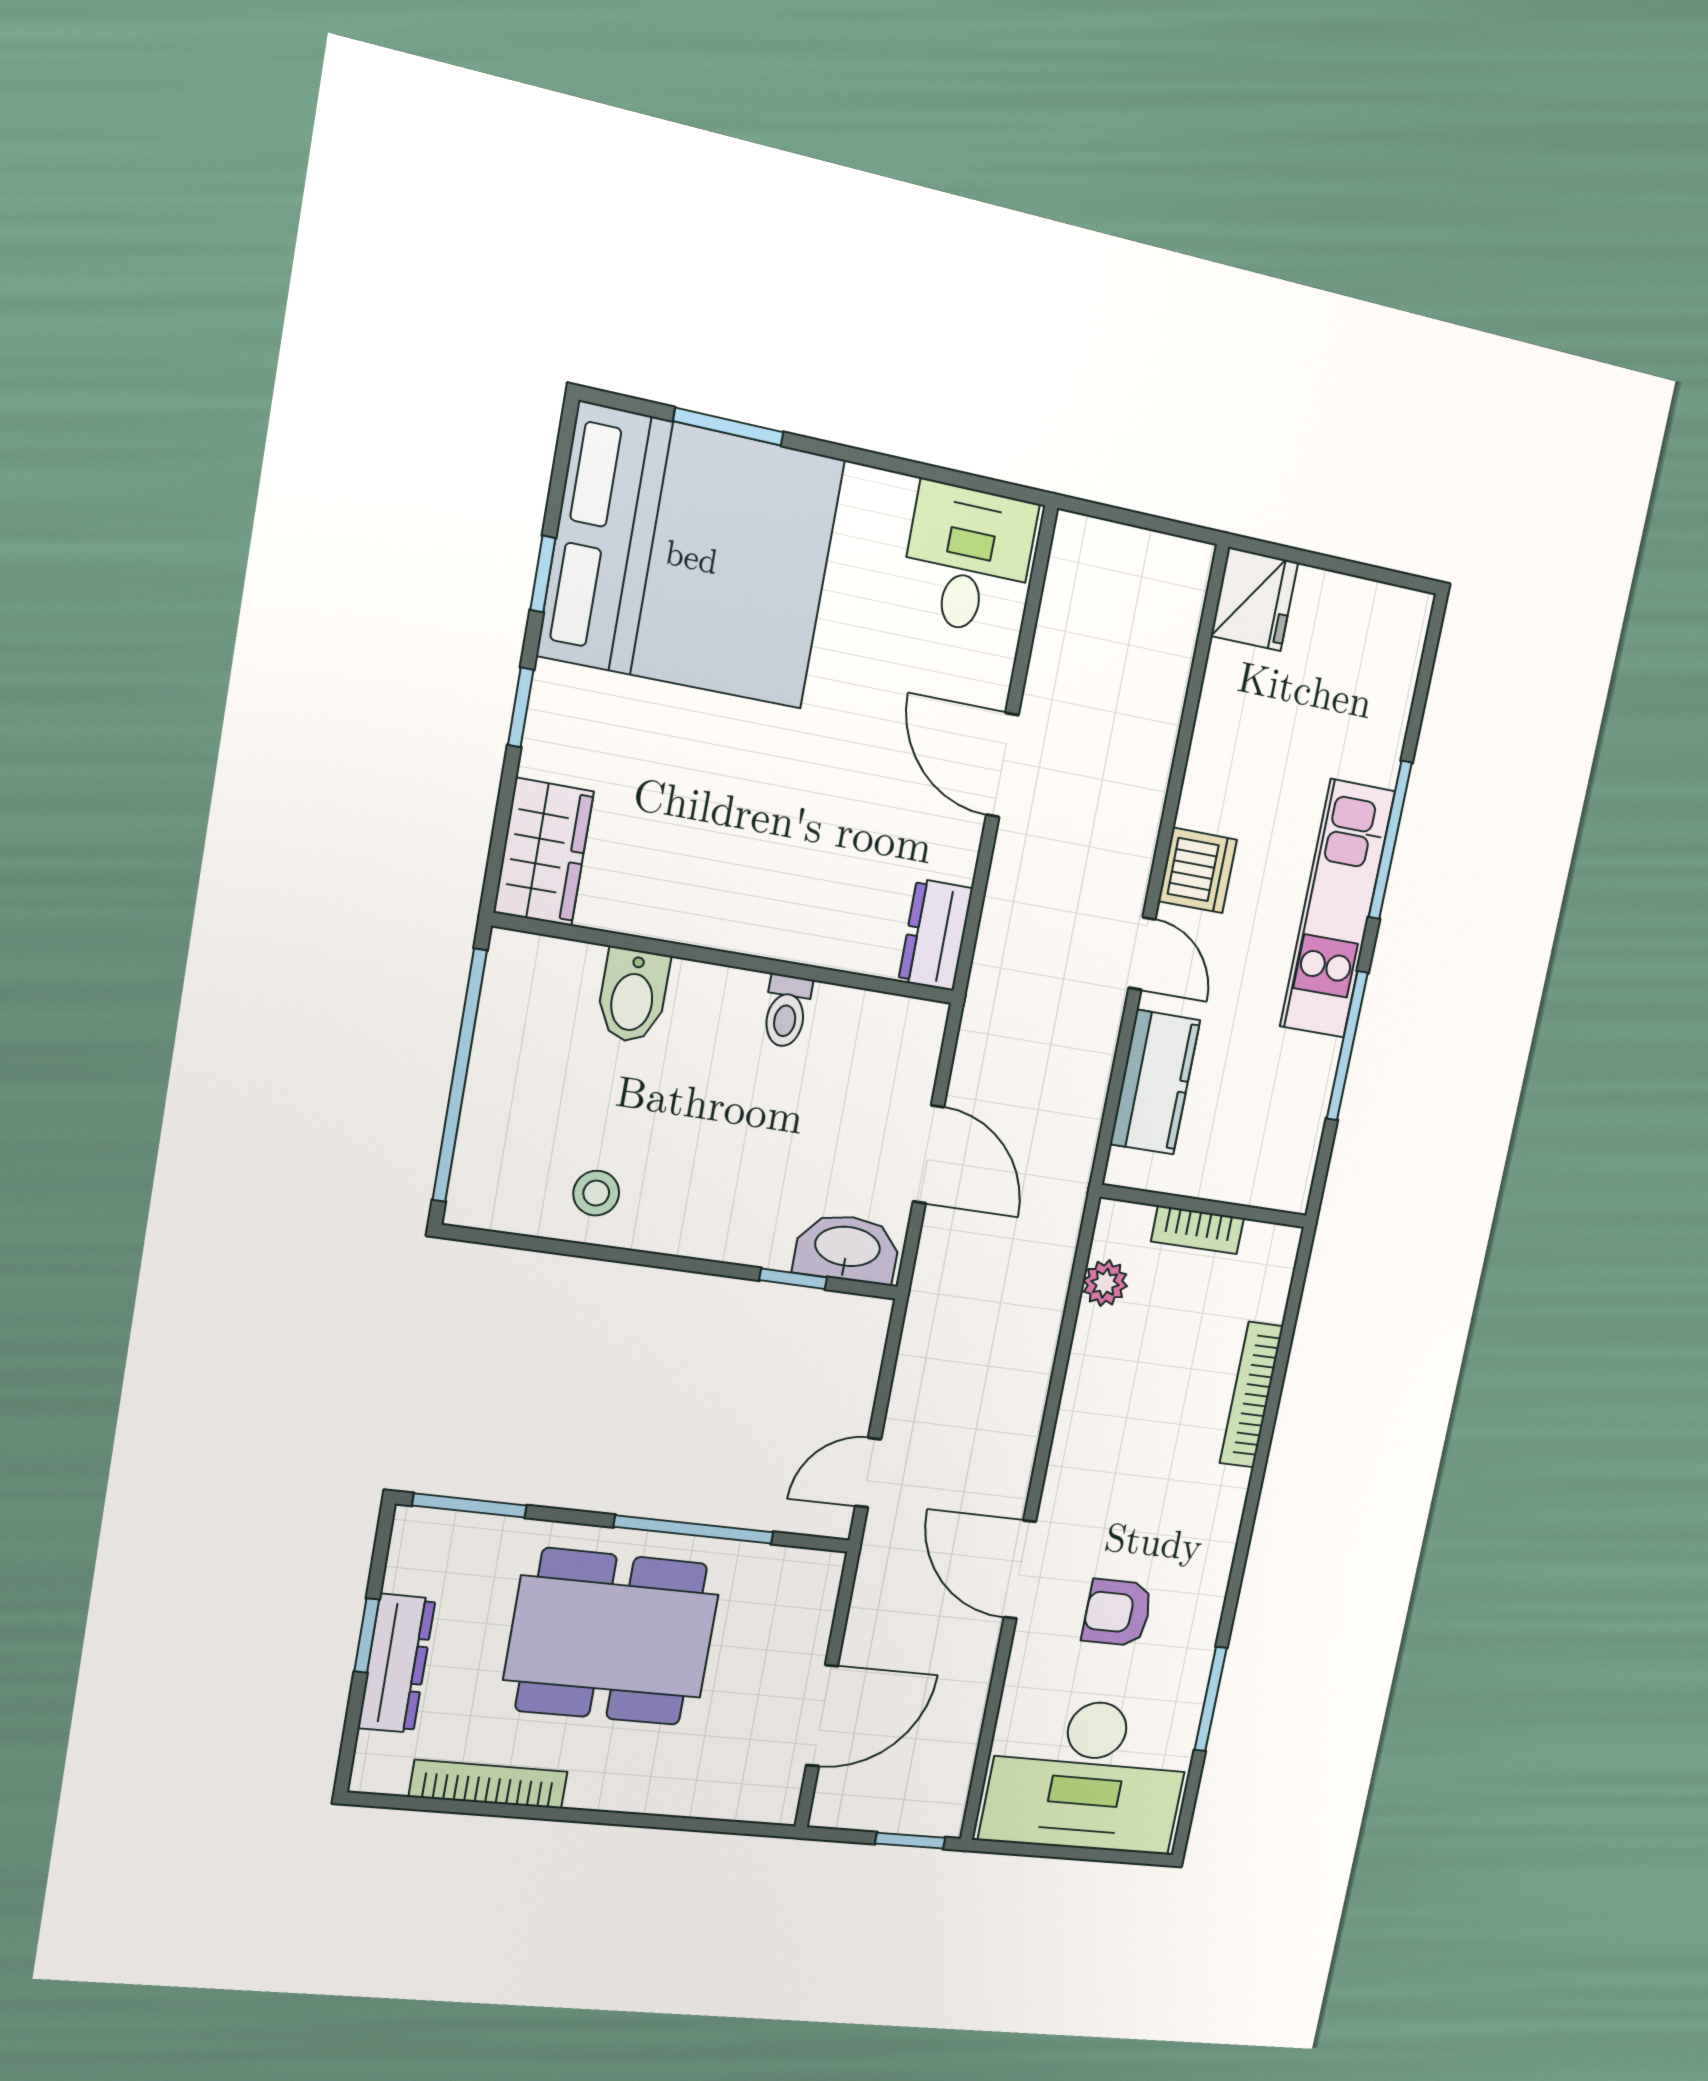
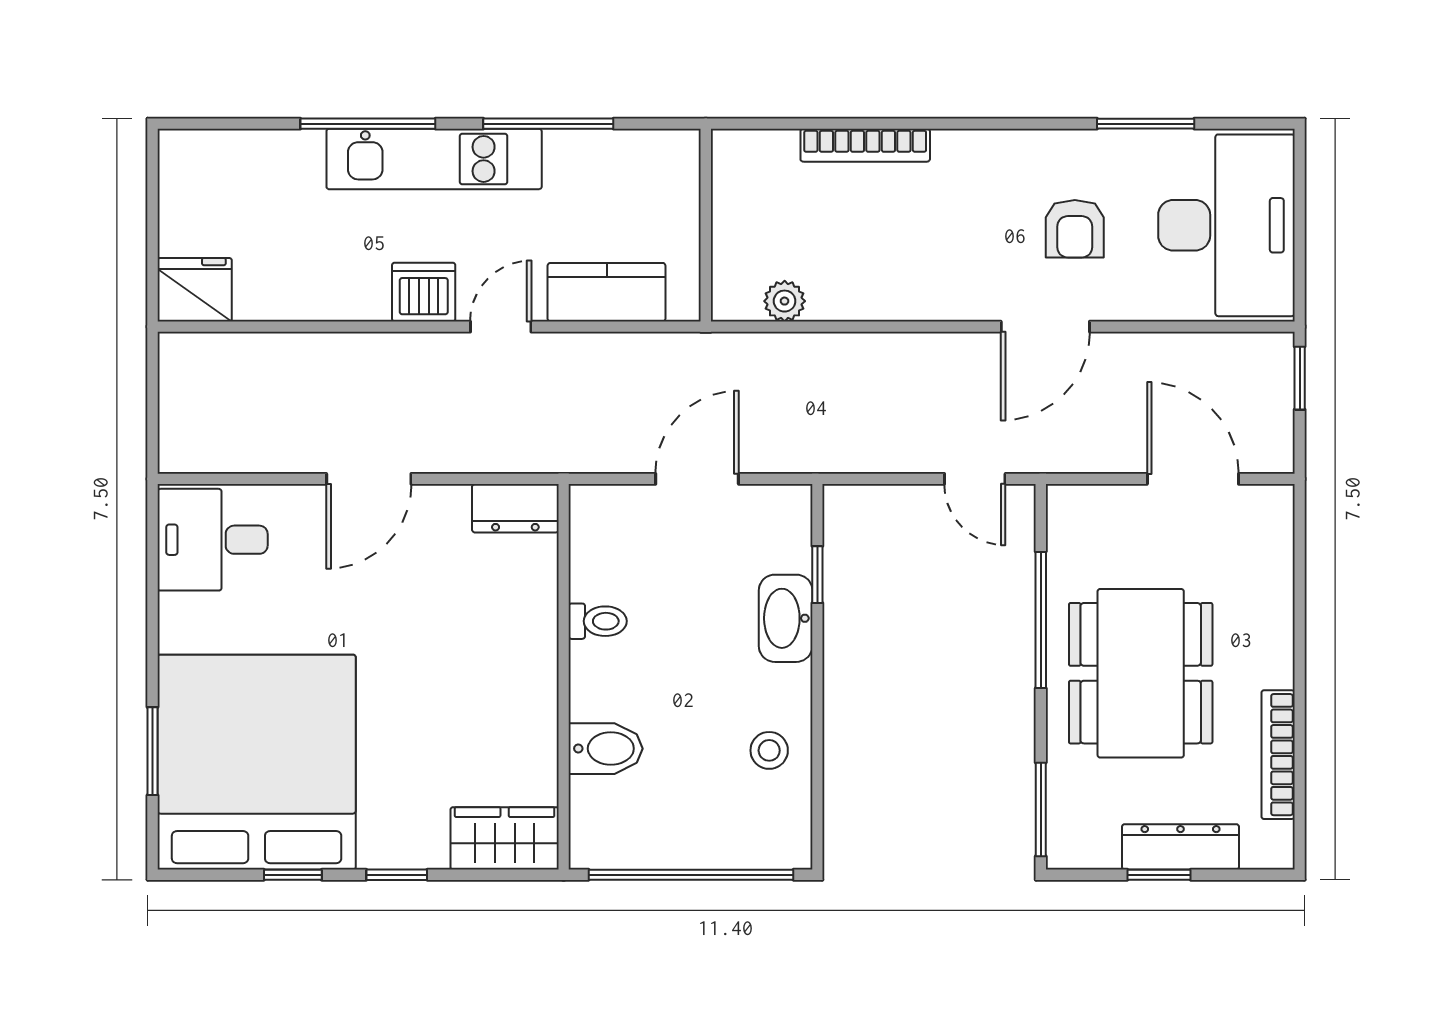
bookcase: (1198, 1230) -> (727, 227), removed
washbasin: (847, 1248) -> (786, 618), moved

